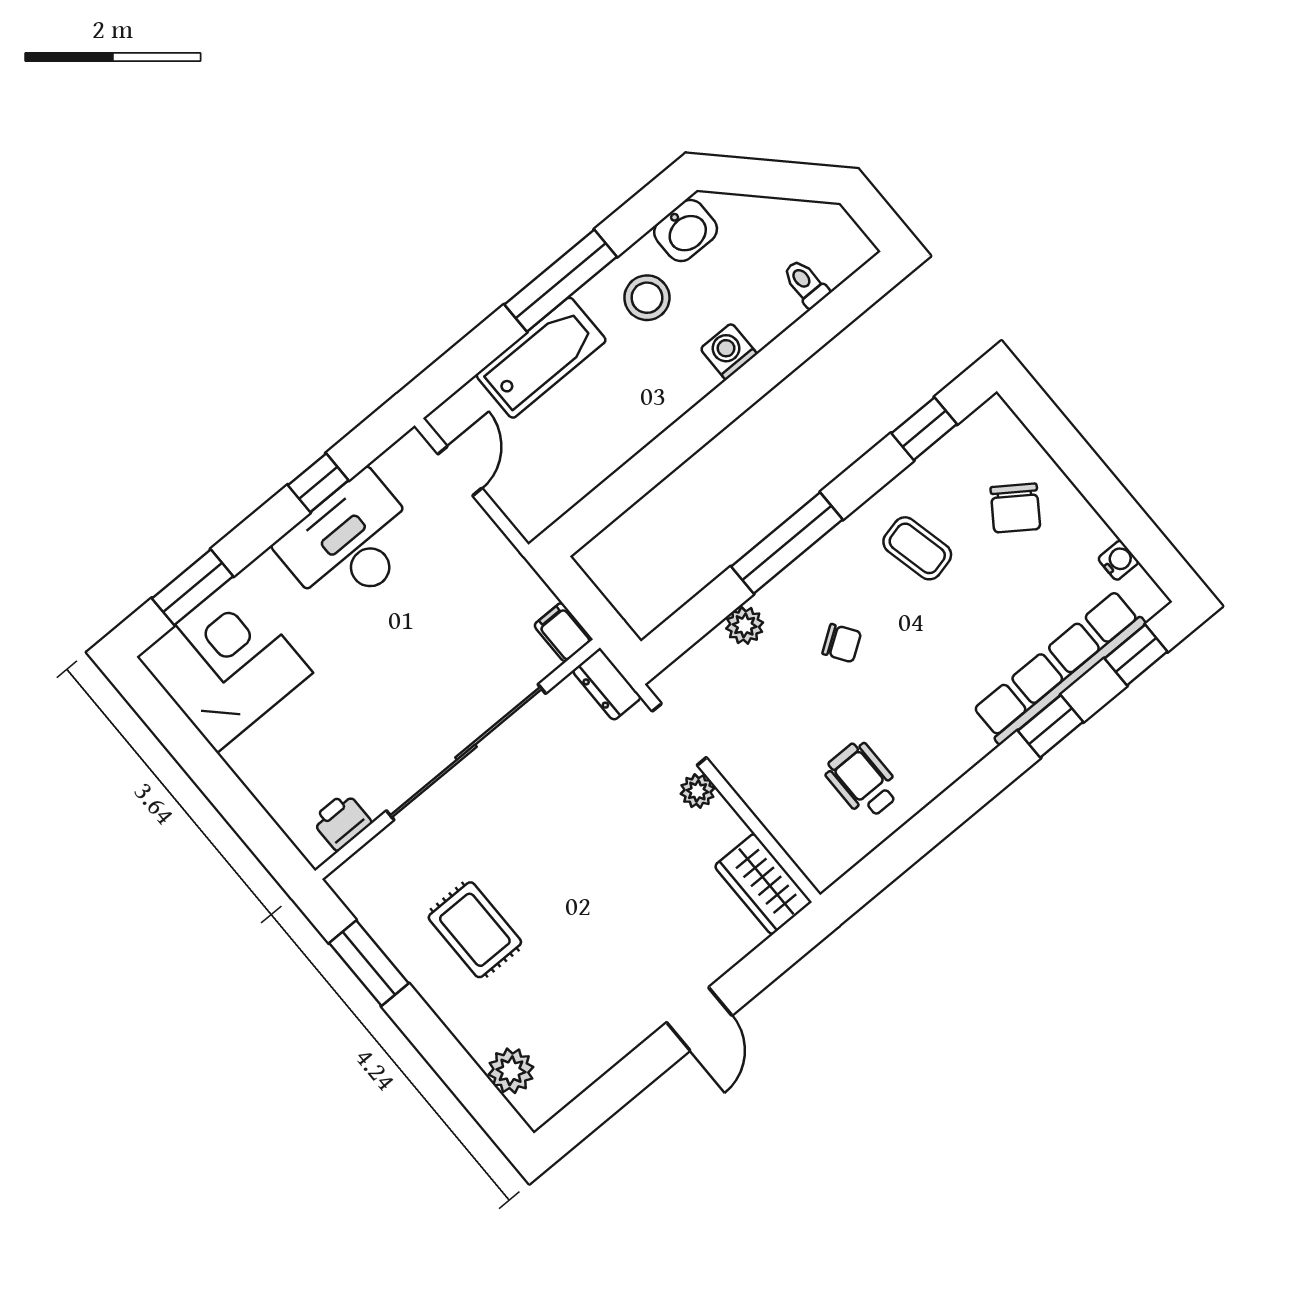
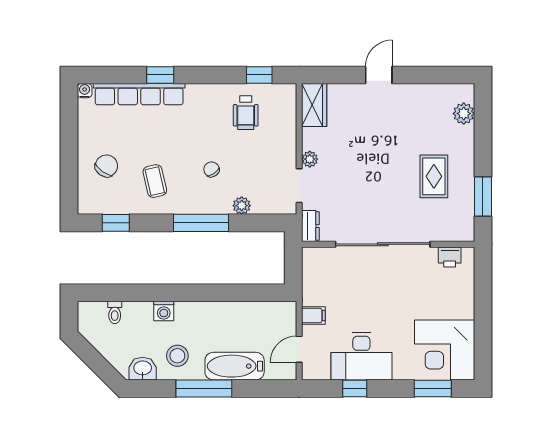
water cooler: (1118, 560) -> (85, 91), moved, turned 90
filing cabinet: (563, 632) -> (313, 316), moved, turned -90
window: (1136, 655) -> (259, 75), moved

